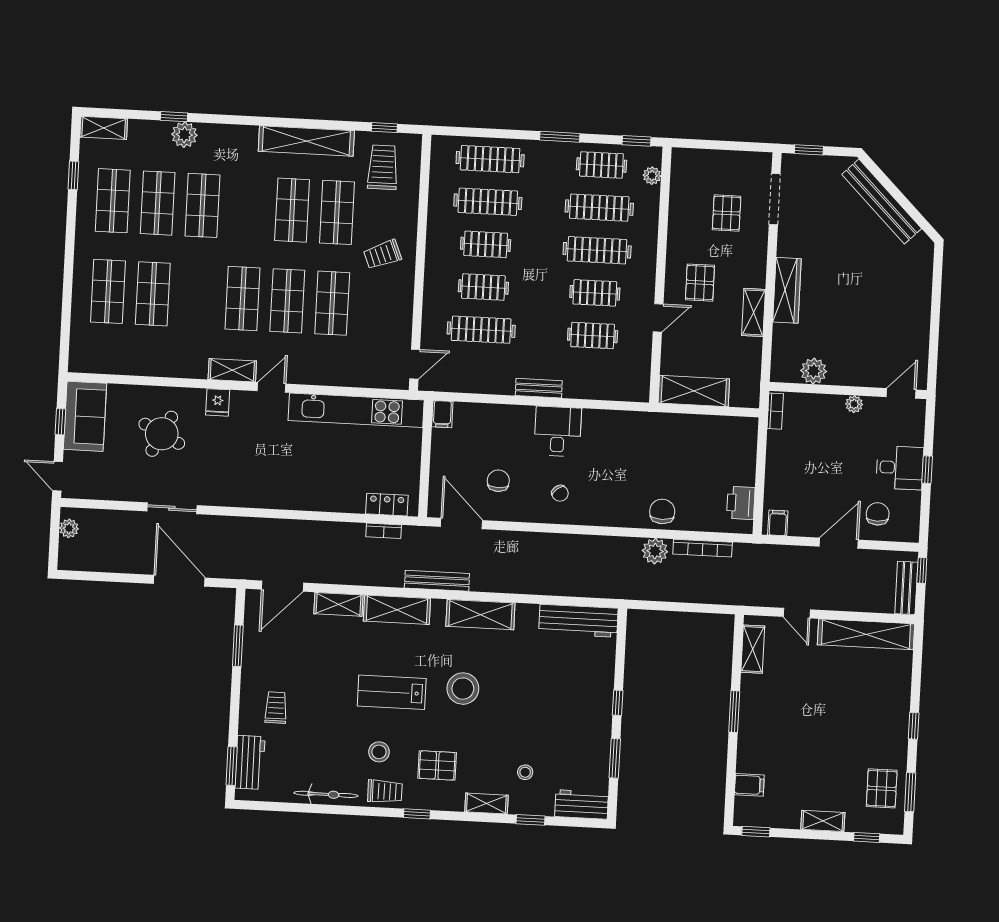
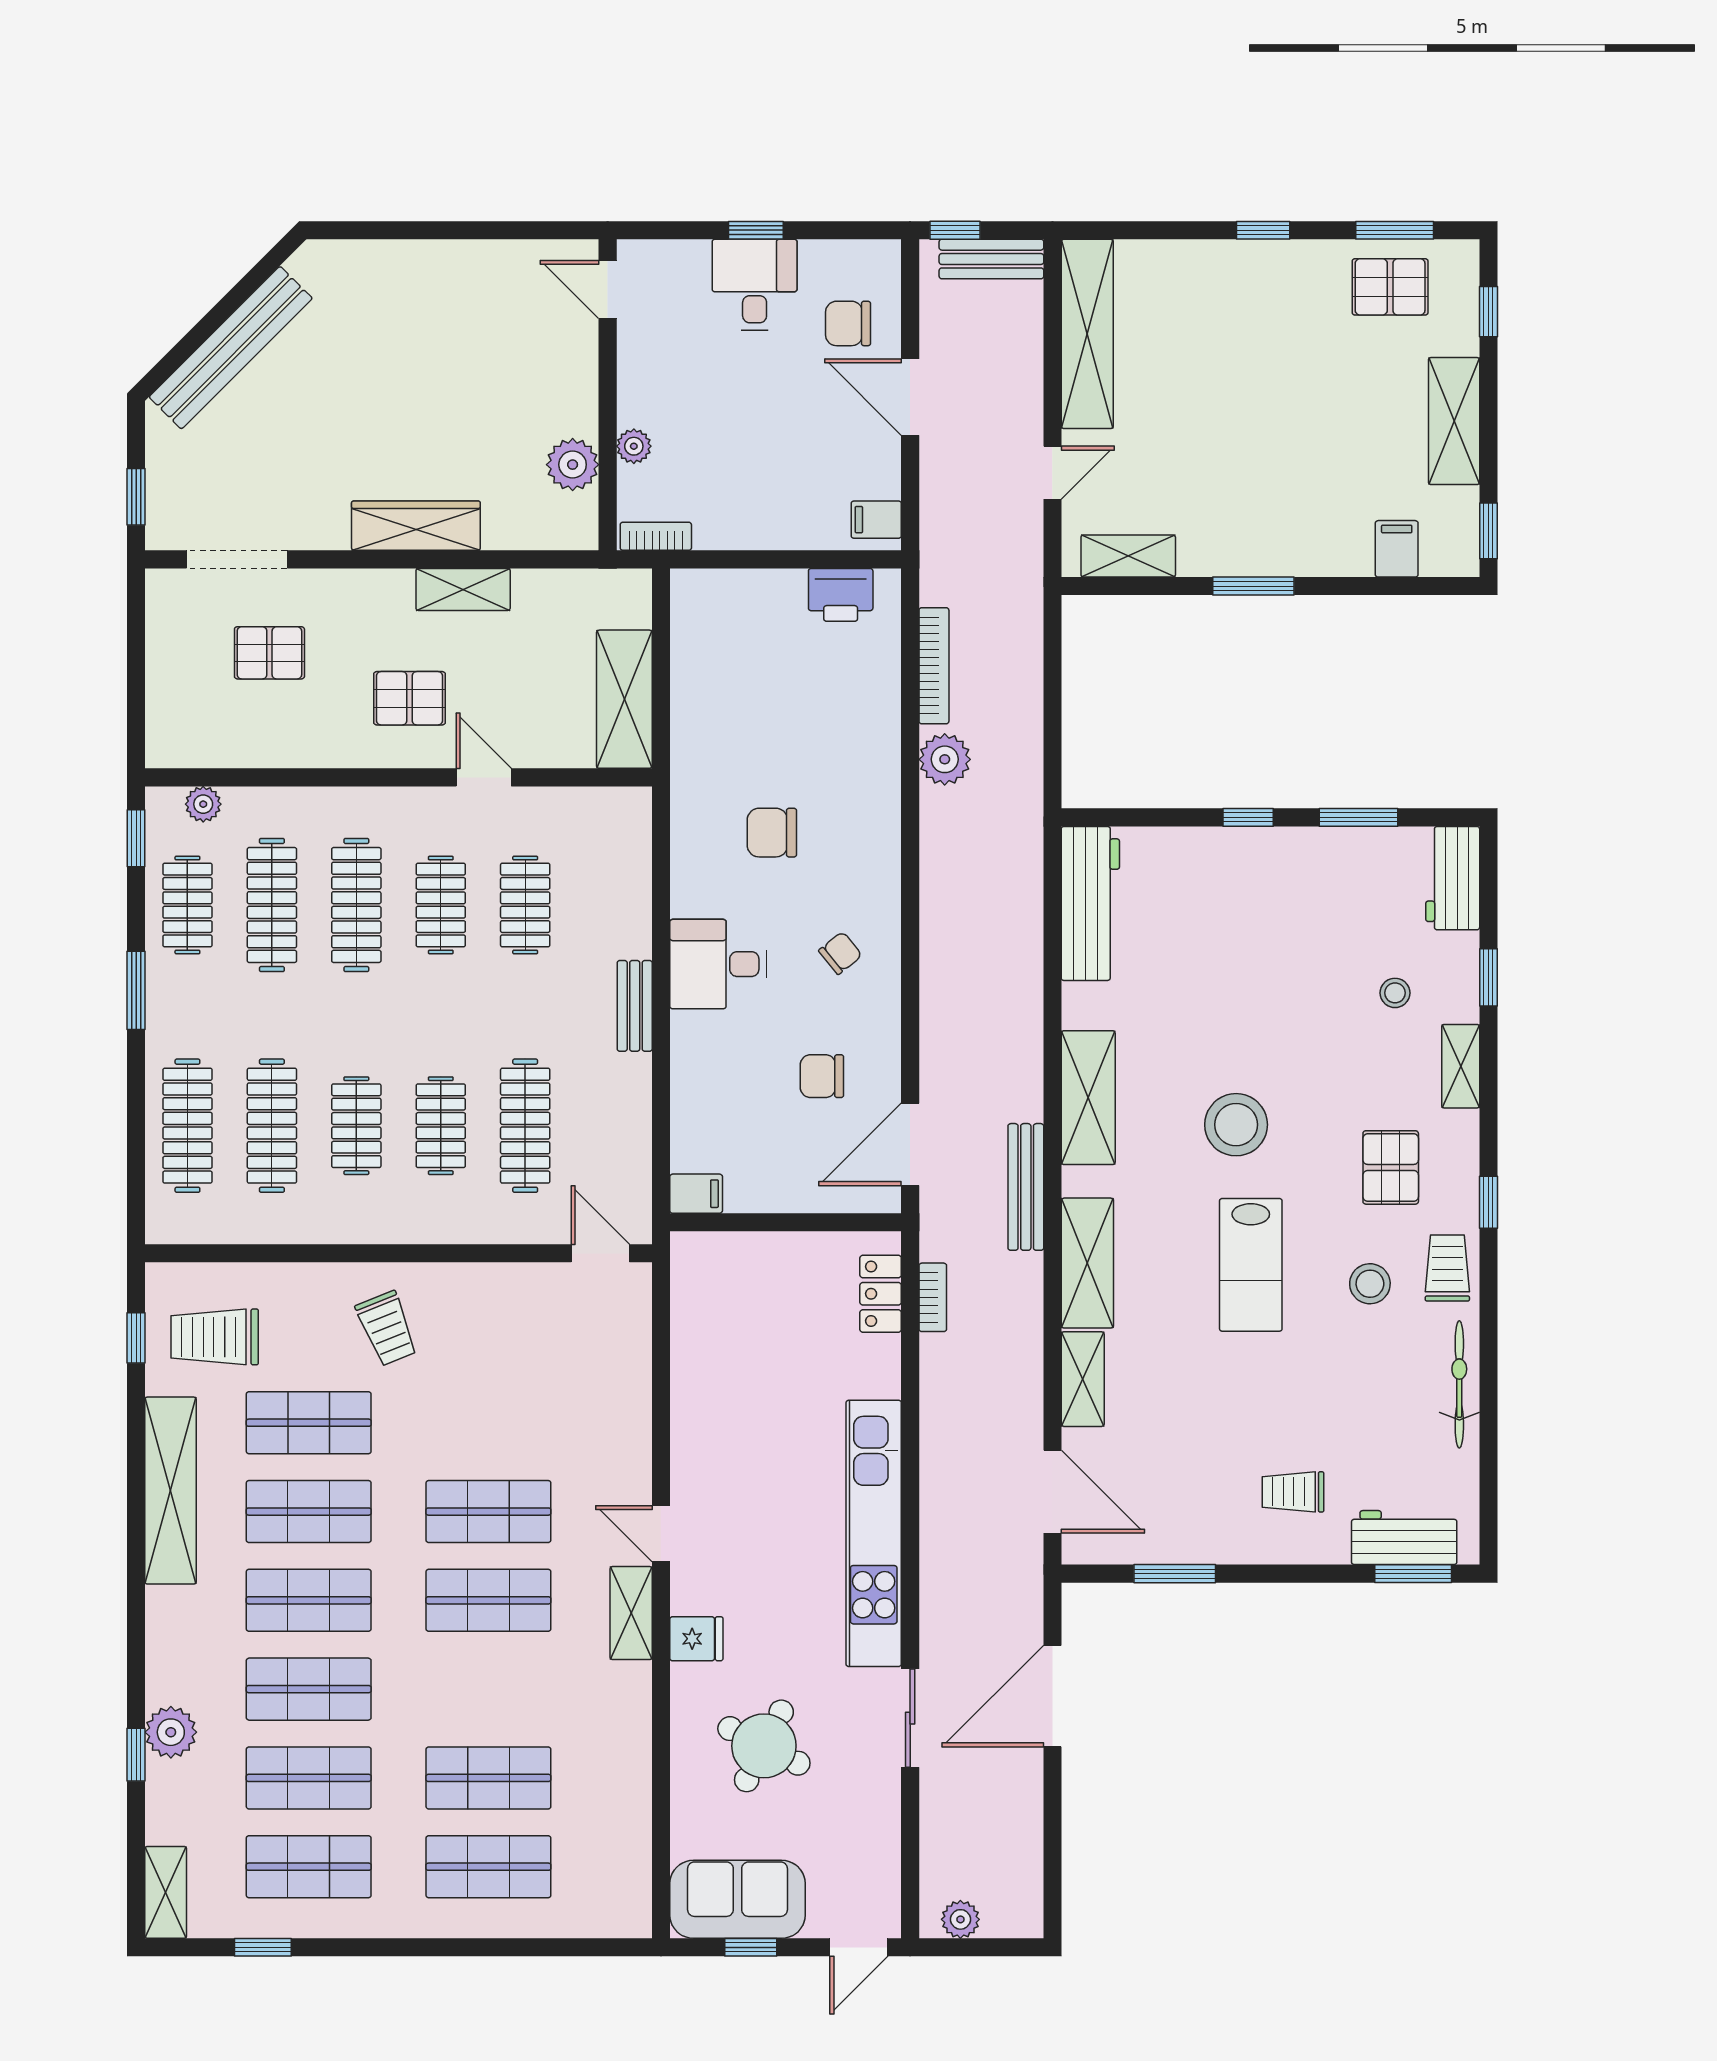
shop shelf: (332, 303) -> (309, 1600), moved
plant: (854, 404) -> (634, 446), moved
kitchen unit: (356, 410) -> (874, 1533), moved, turned 180
chair: (662, 511) -> (772, 833), moved
shelving: (823, 821) -> (1454, 421), width x1.50, depth x1.33

